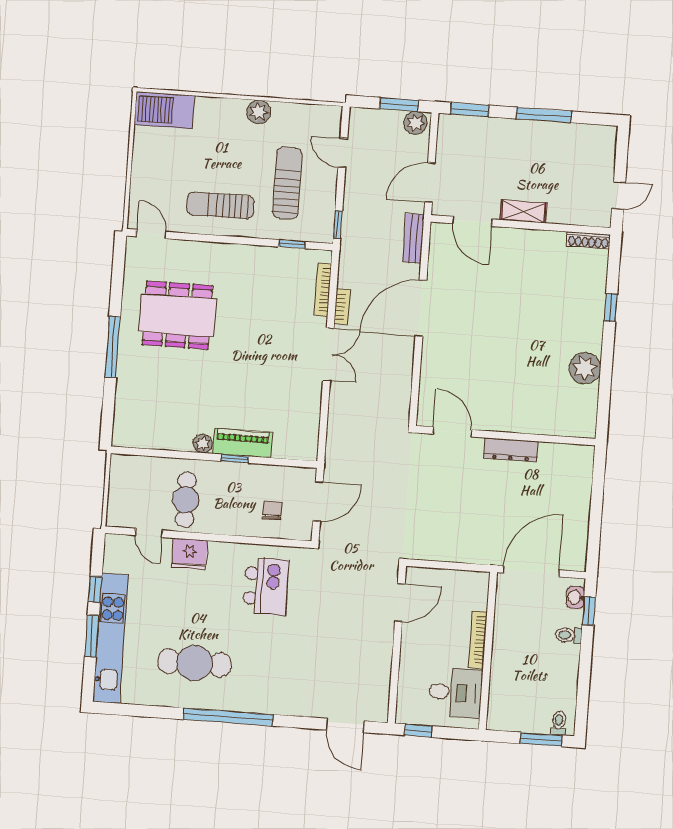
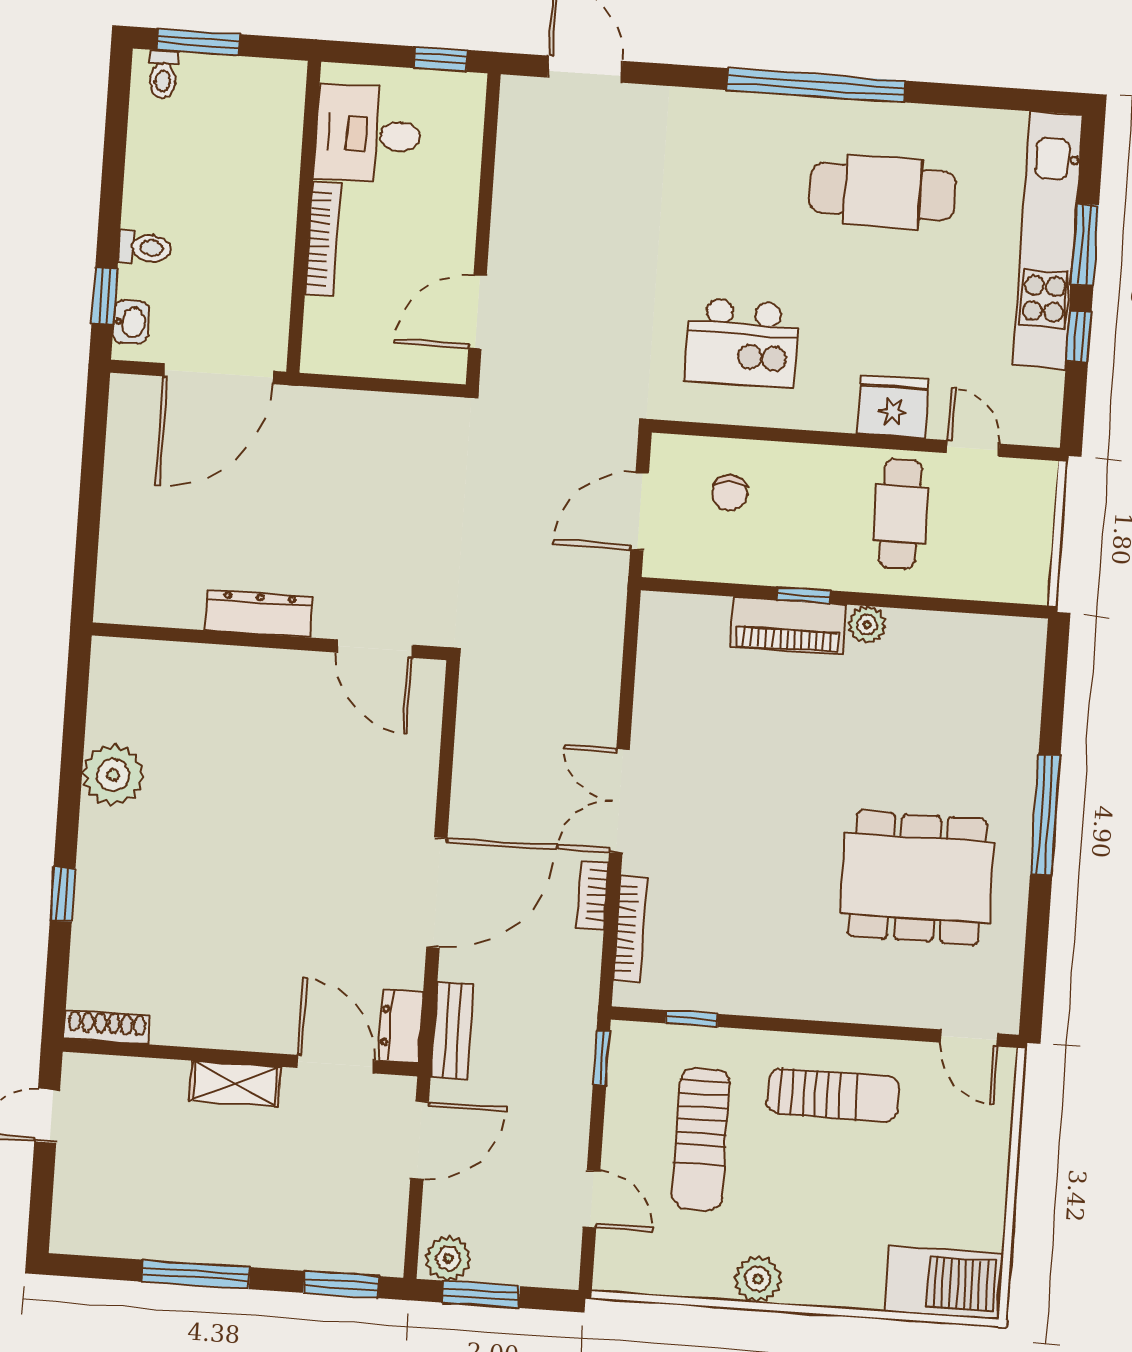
dresser: (439, 240) -> (401, 1026), added
kitchen island: (266, 587) -> (742, 343), turned -90

